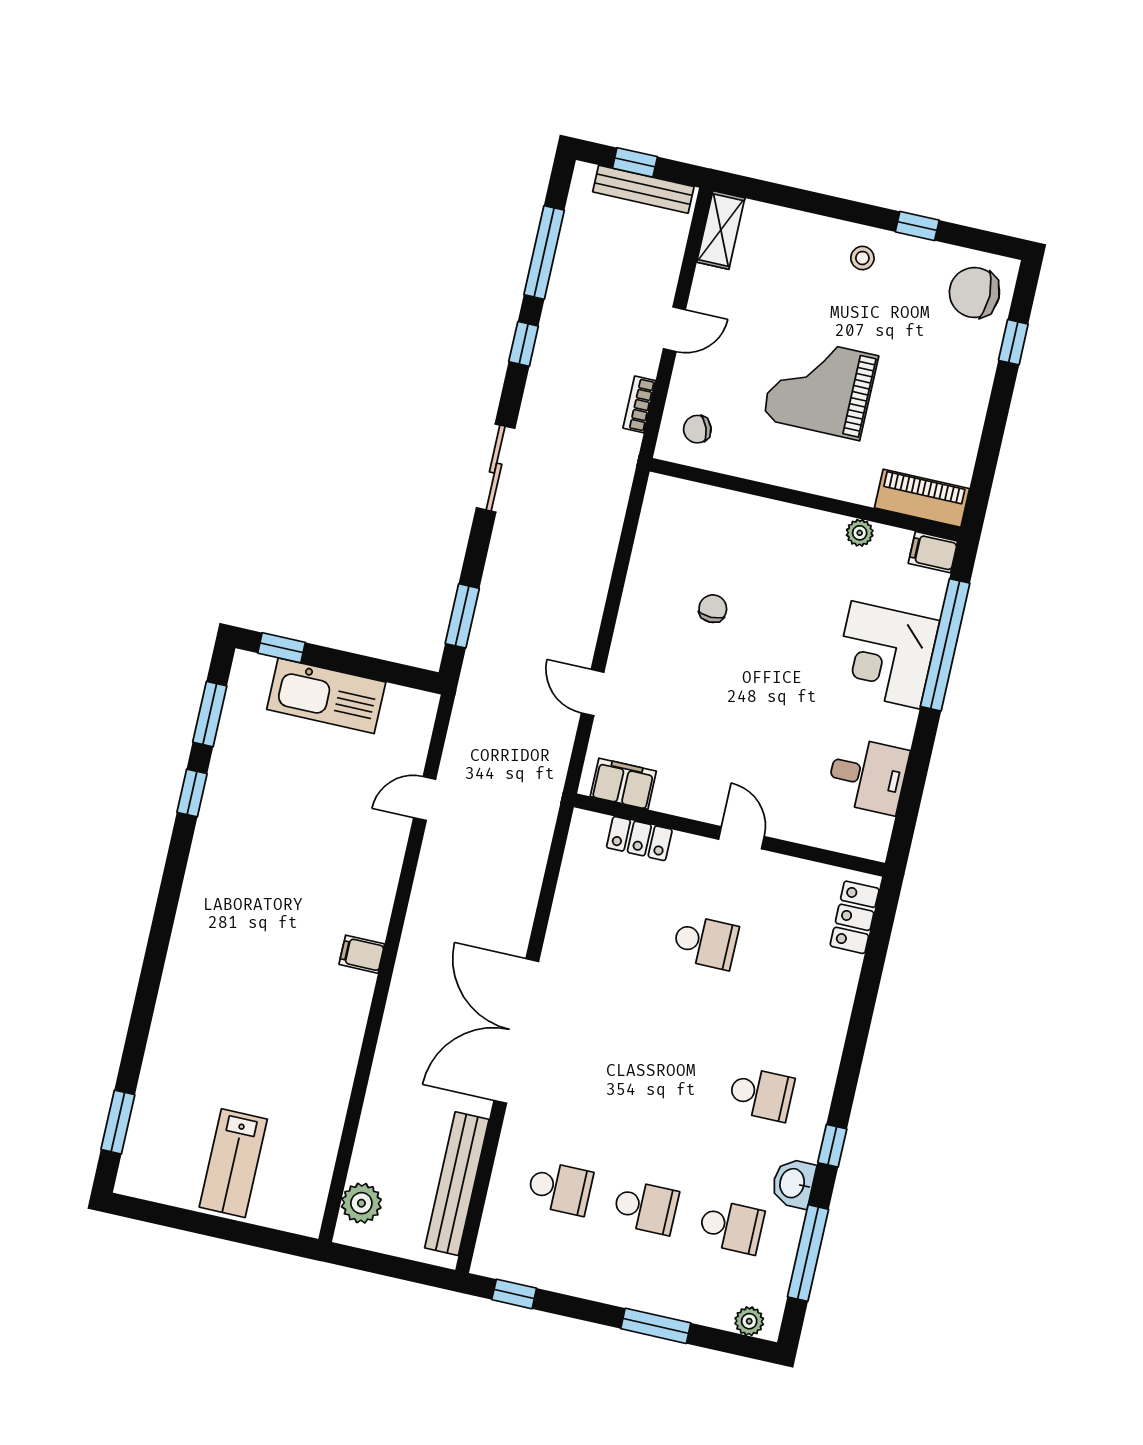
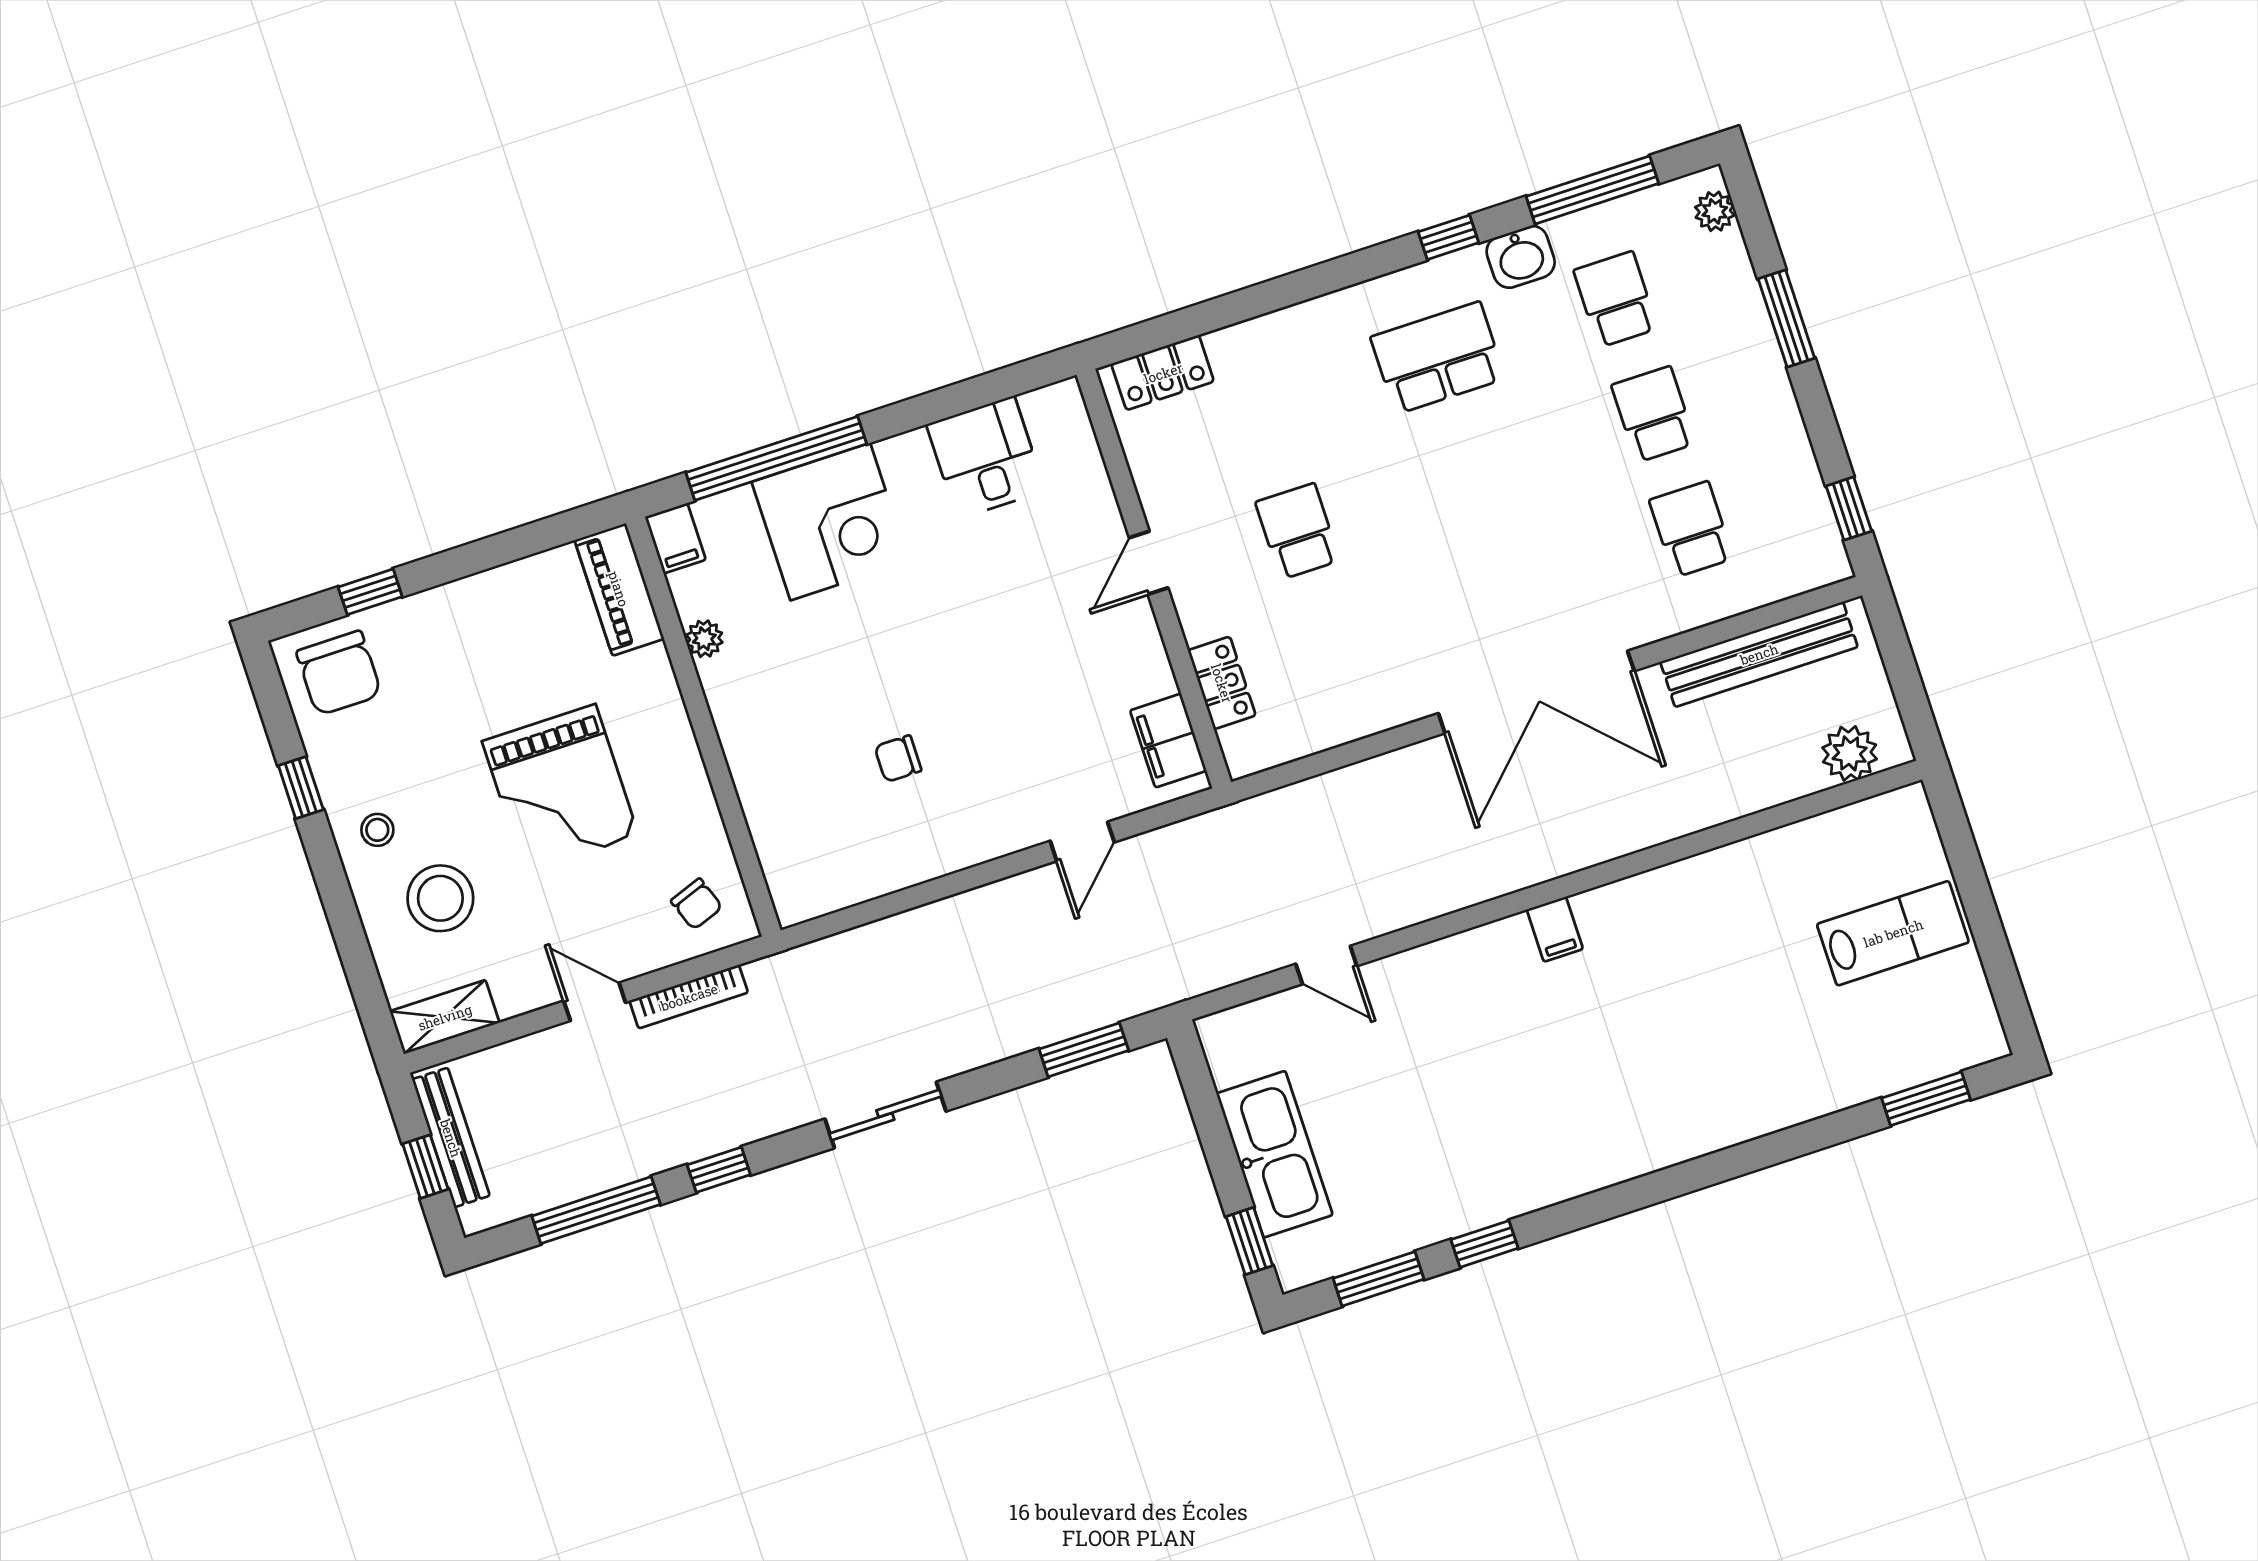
stool: (796, 272) -> (440, 898), added
bookcase: (639, 404) -> (689, 997), width x1.56
school desk: (761, 1094) -> (1438, 358), width x1.85

